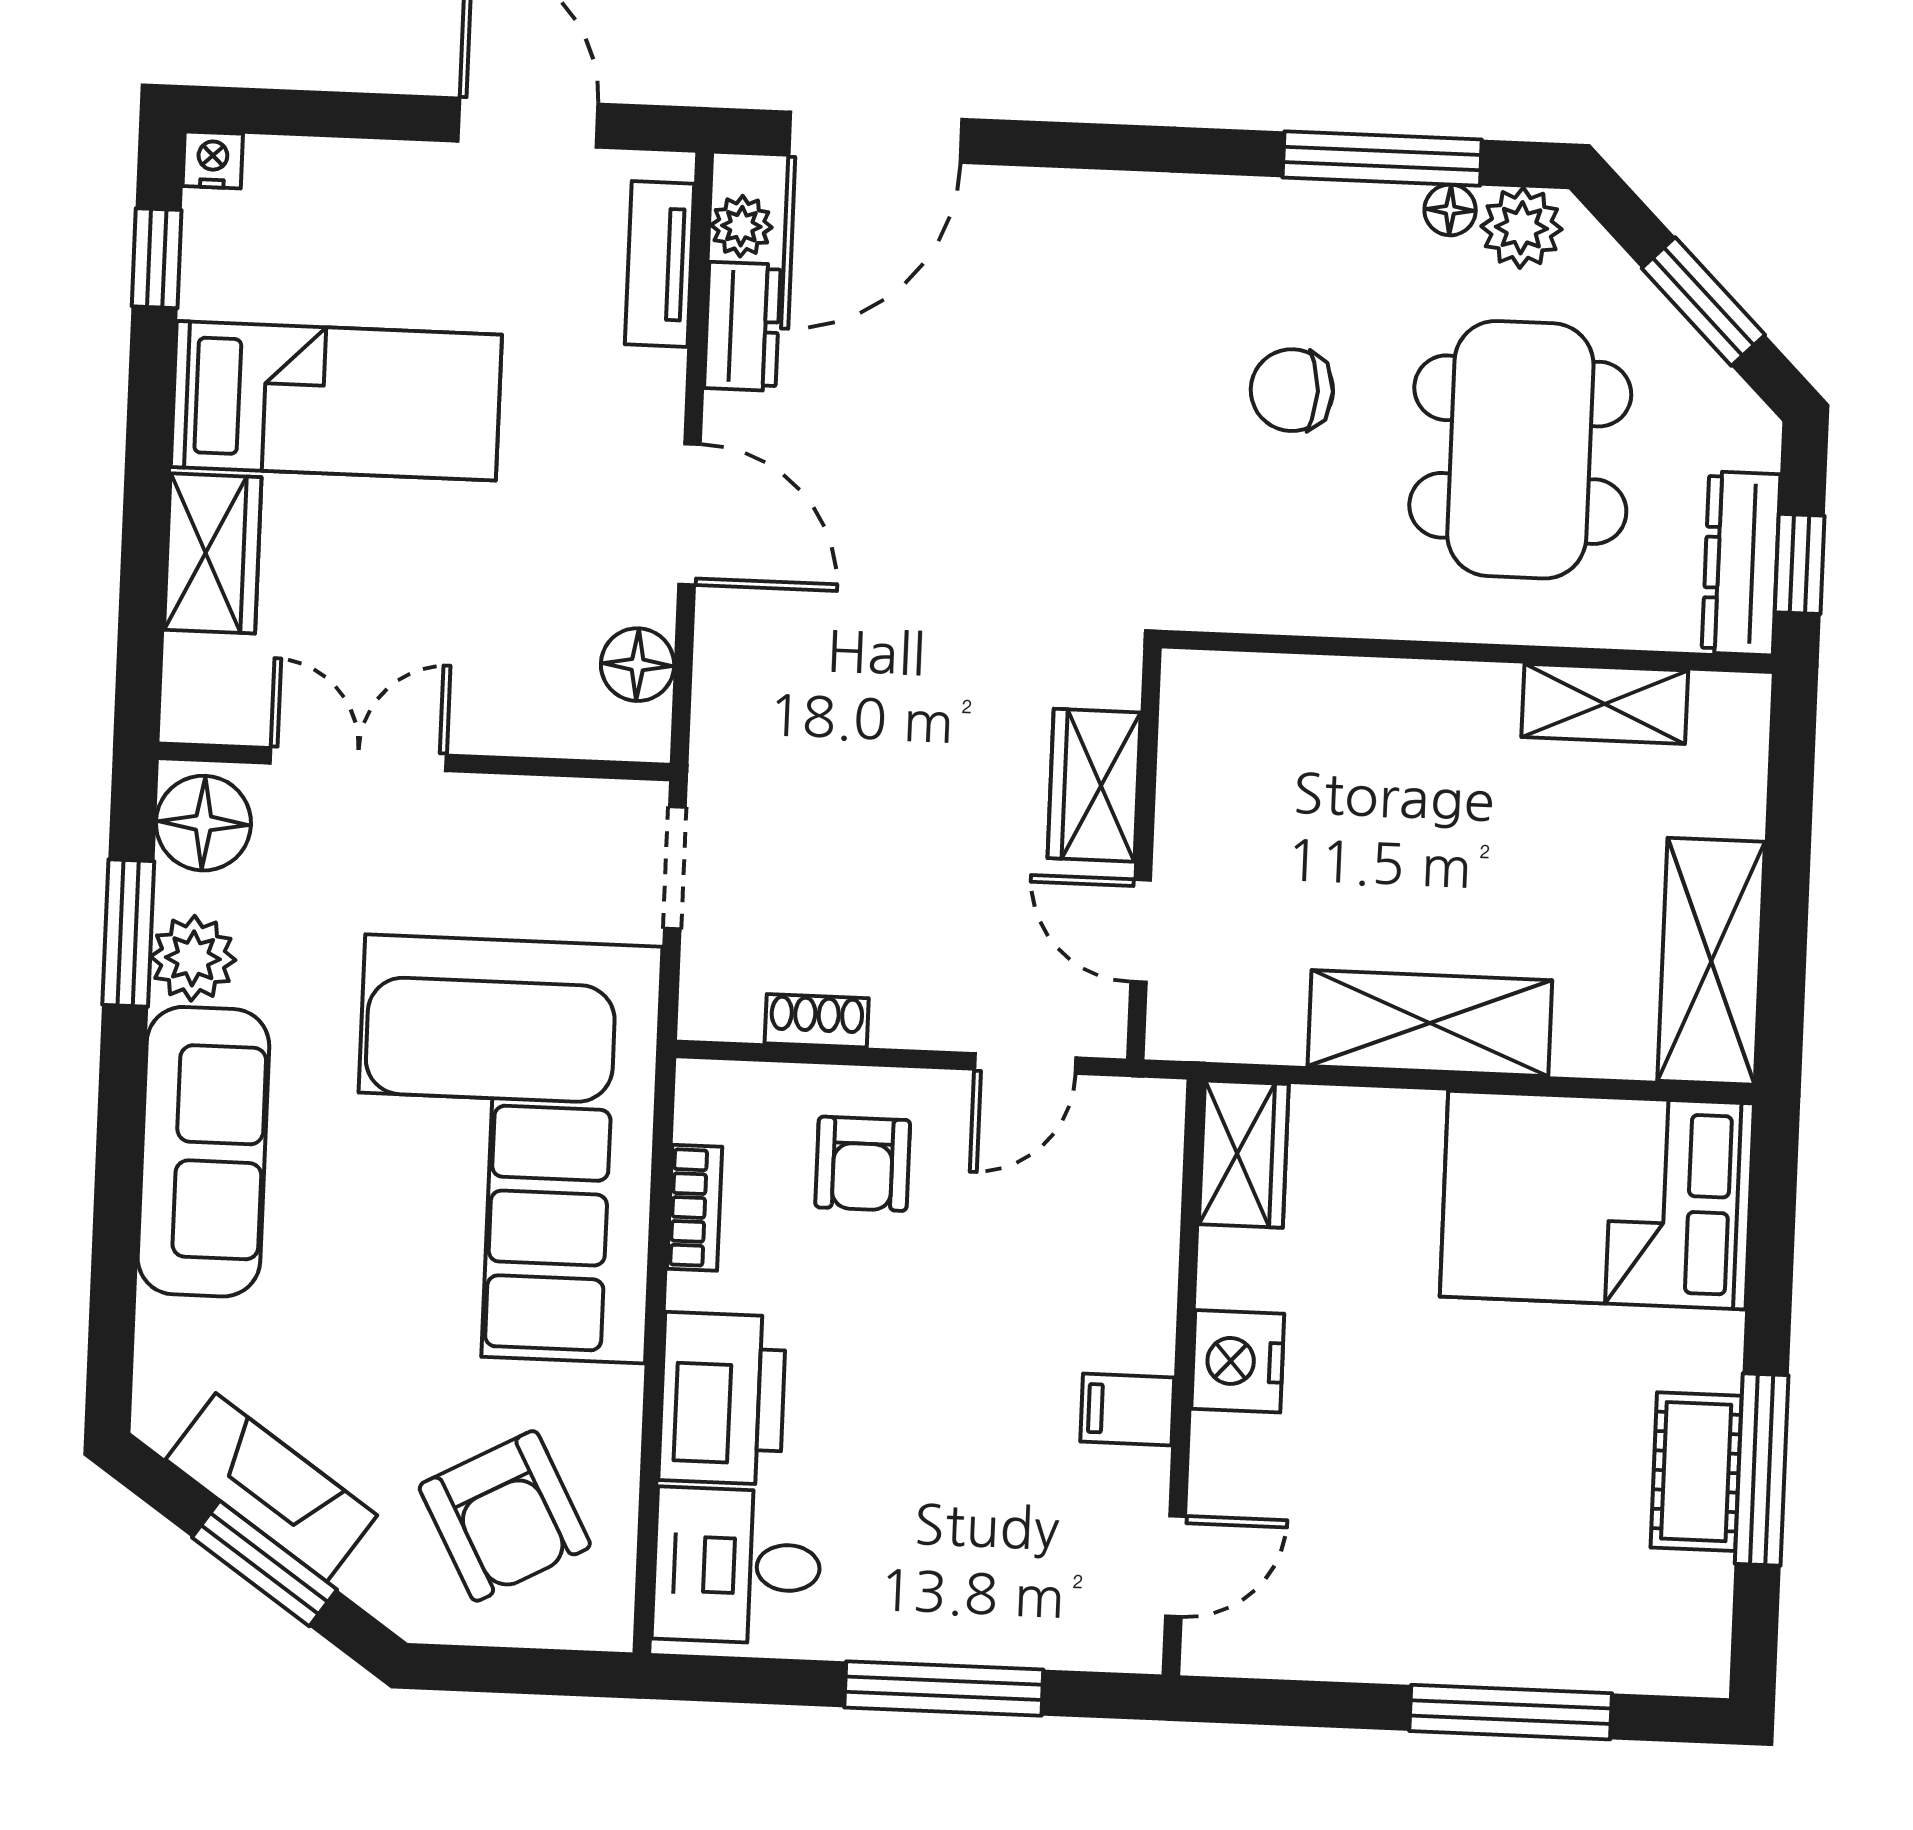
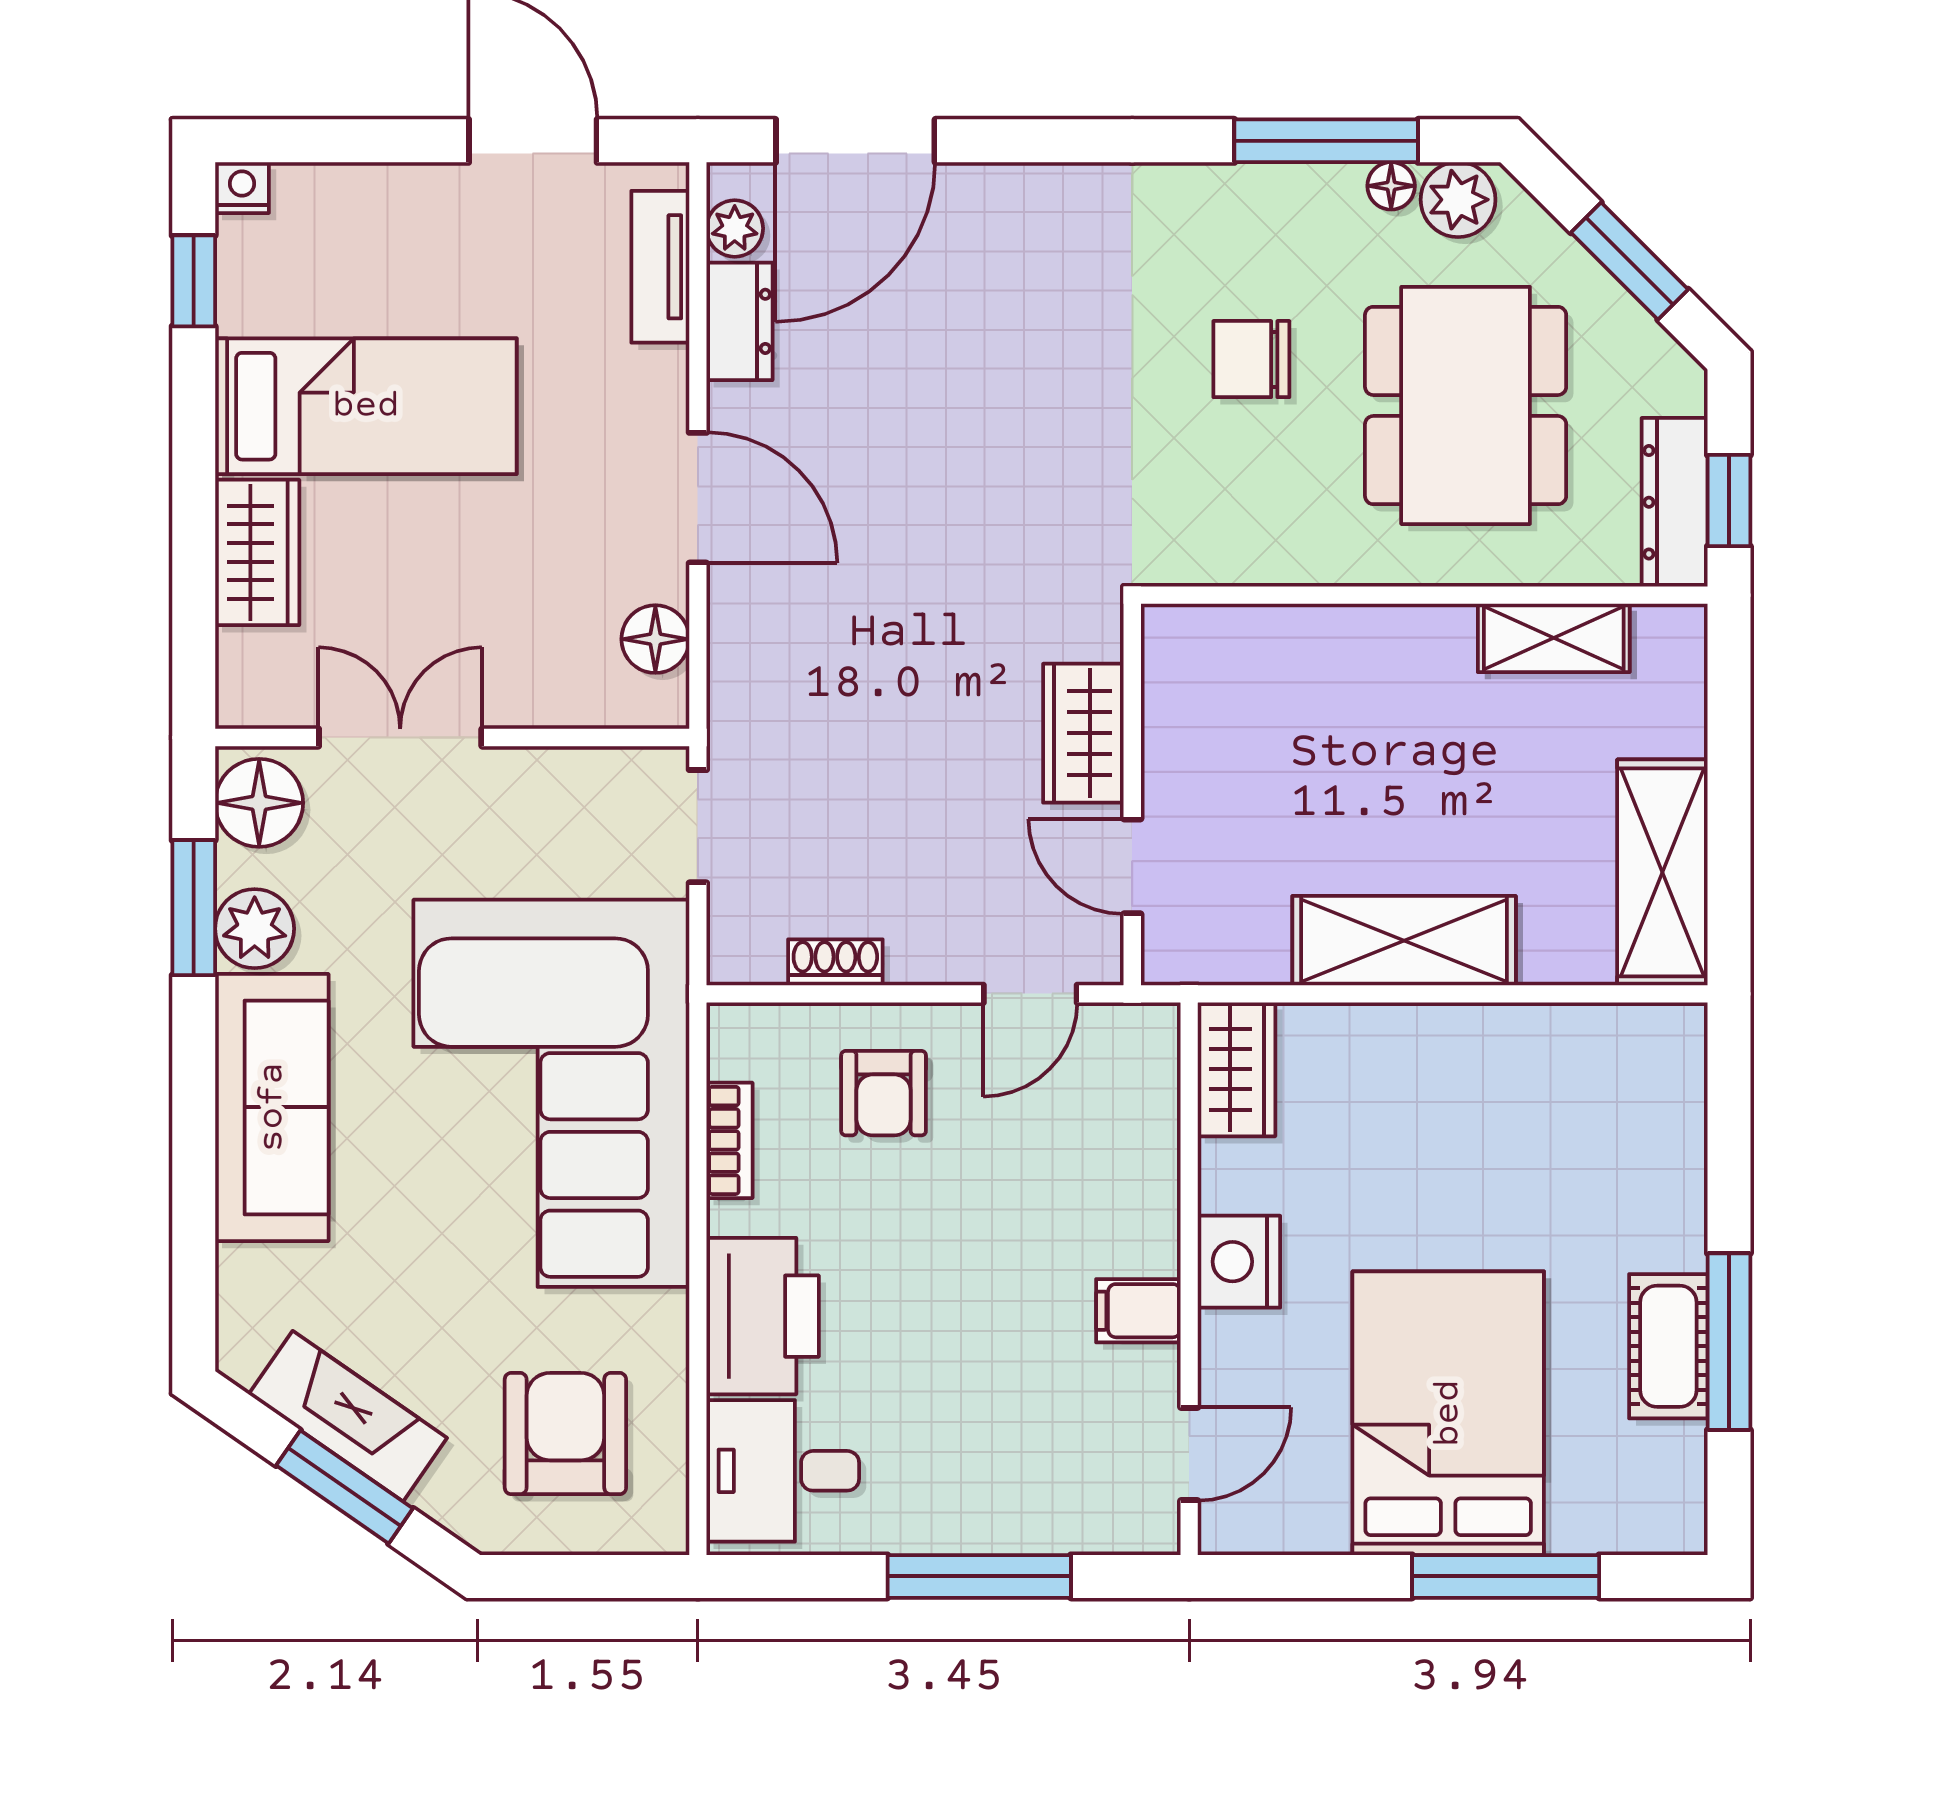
bed: (1597, 1200) -> (1448, 1413), moved, turned 90
armchair: (505, 1516) -> (565, 1434), turned -152

